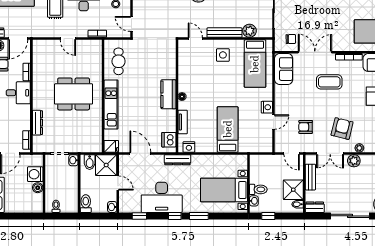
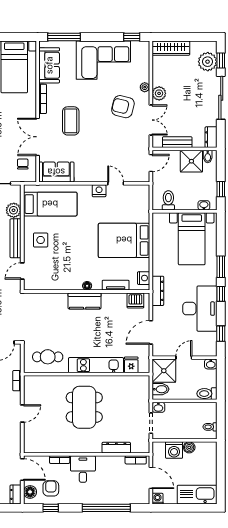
armchair: (306, 127) -> (121, 147), removed
bed: (228, 129) -> (124, 240), width x1.50
fridge: (111, 146) -> (131, 365), moved
toilet: (258, 189) -> (168, 200), moved

